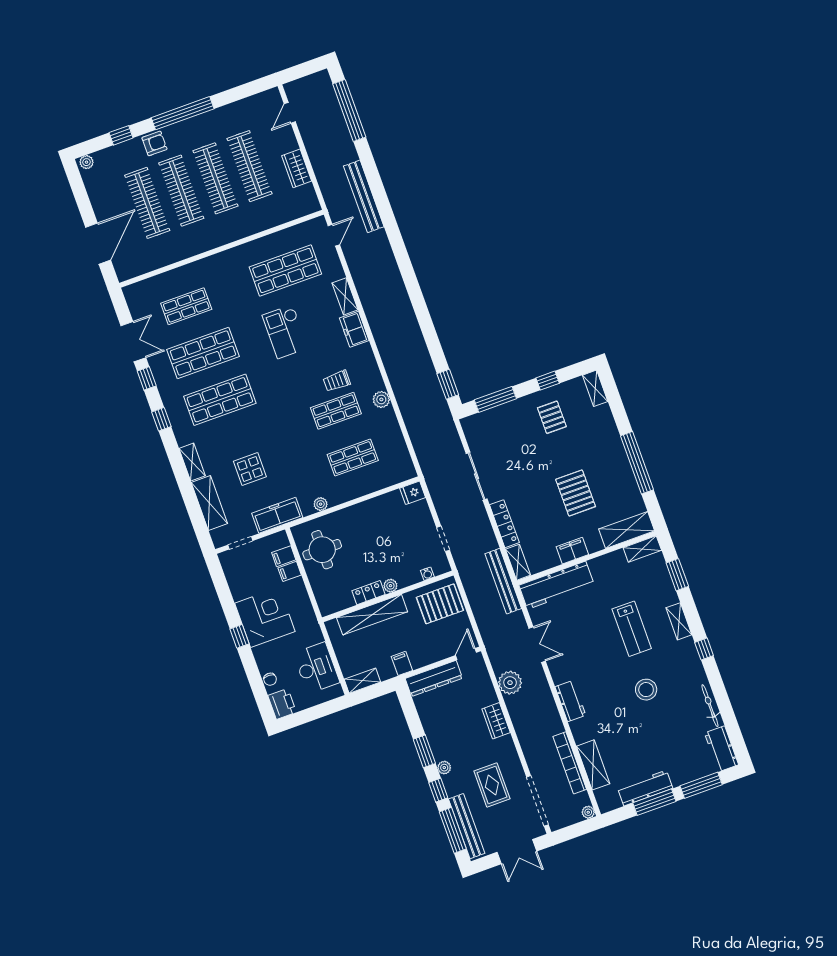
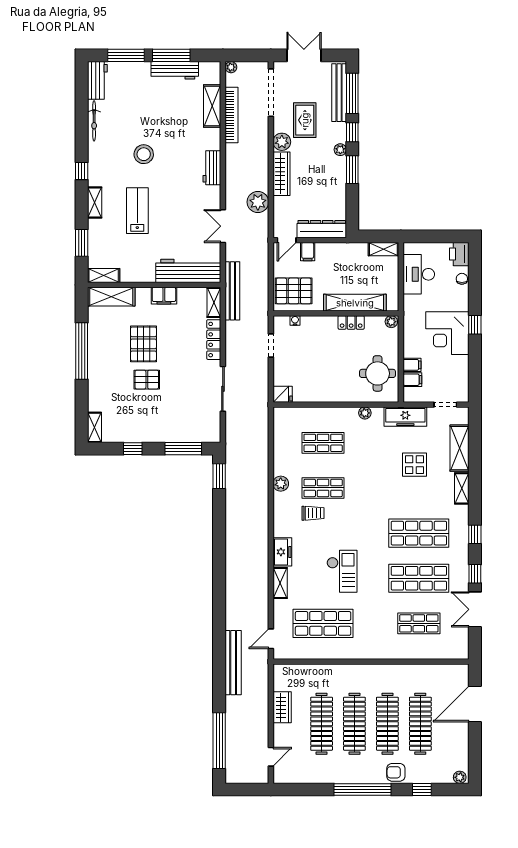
pallet: (552, 417) -> (147, 380), moved, turned 90
plant: (390, 586) -> (391, 322), moved
filing cabinet: (402, 663) -> (308, 252), moved
wardrobe: (496, 721) -> (282, 174), width x1.50
plant: (508, 754) -> (282, 142), added

